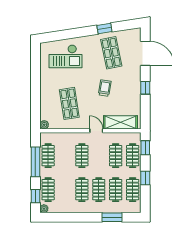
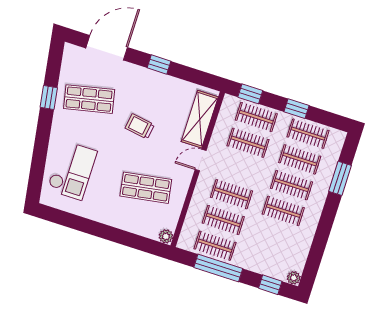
clothes rail: (48, 190) -> (223, 220), moved

